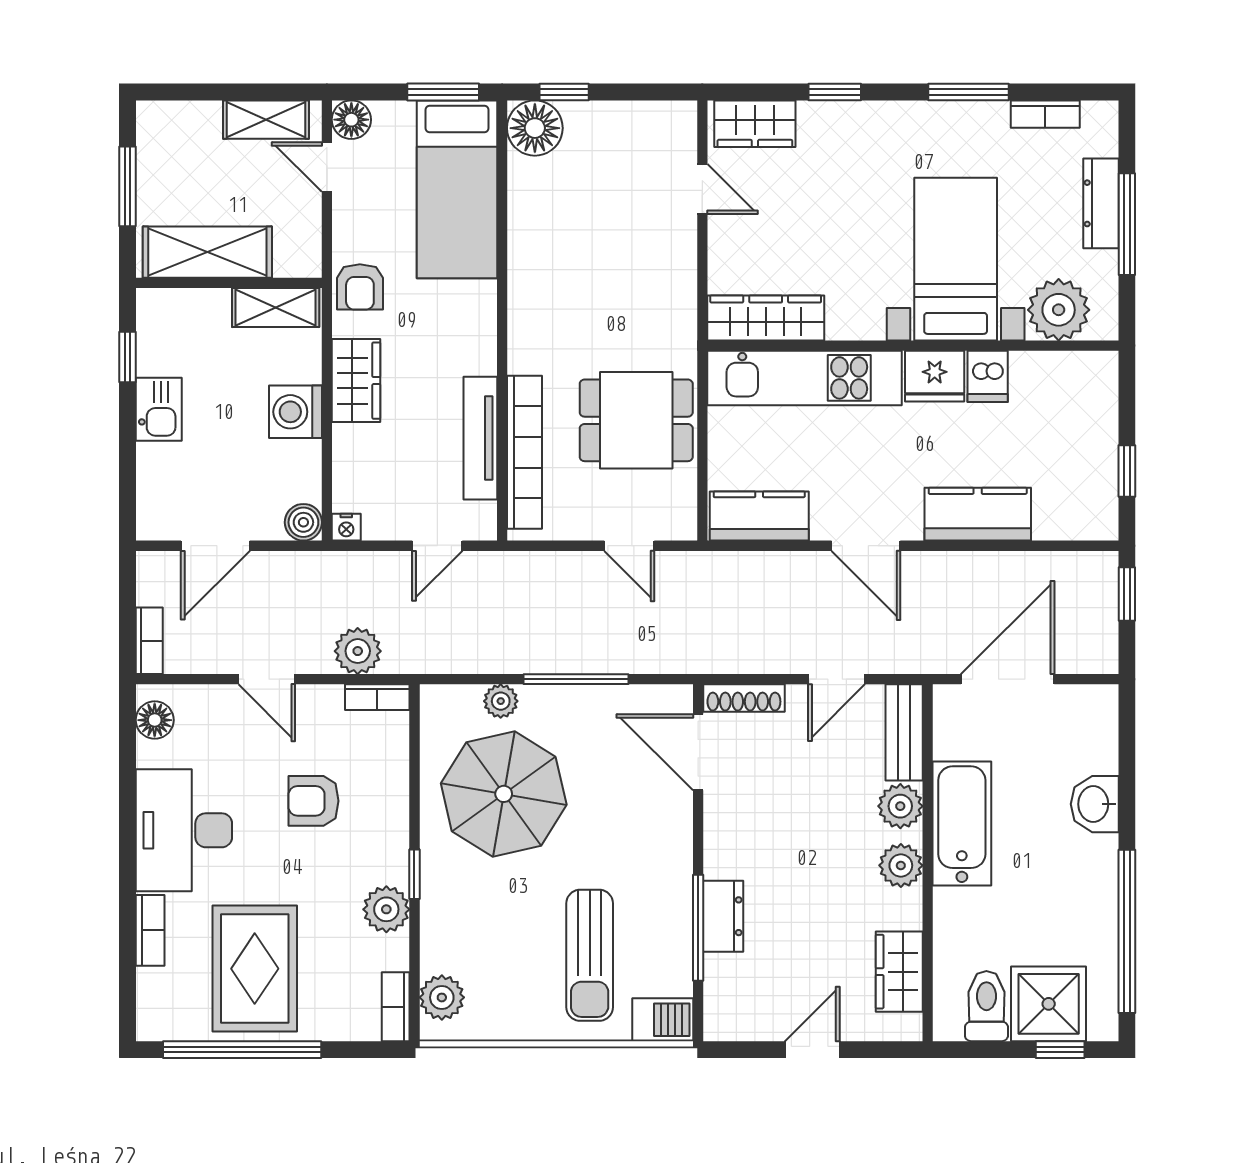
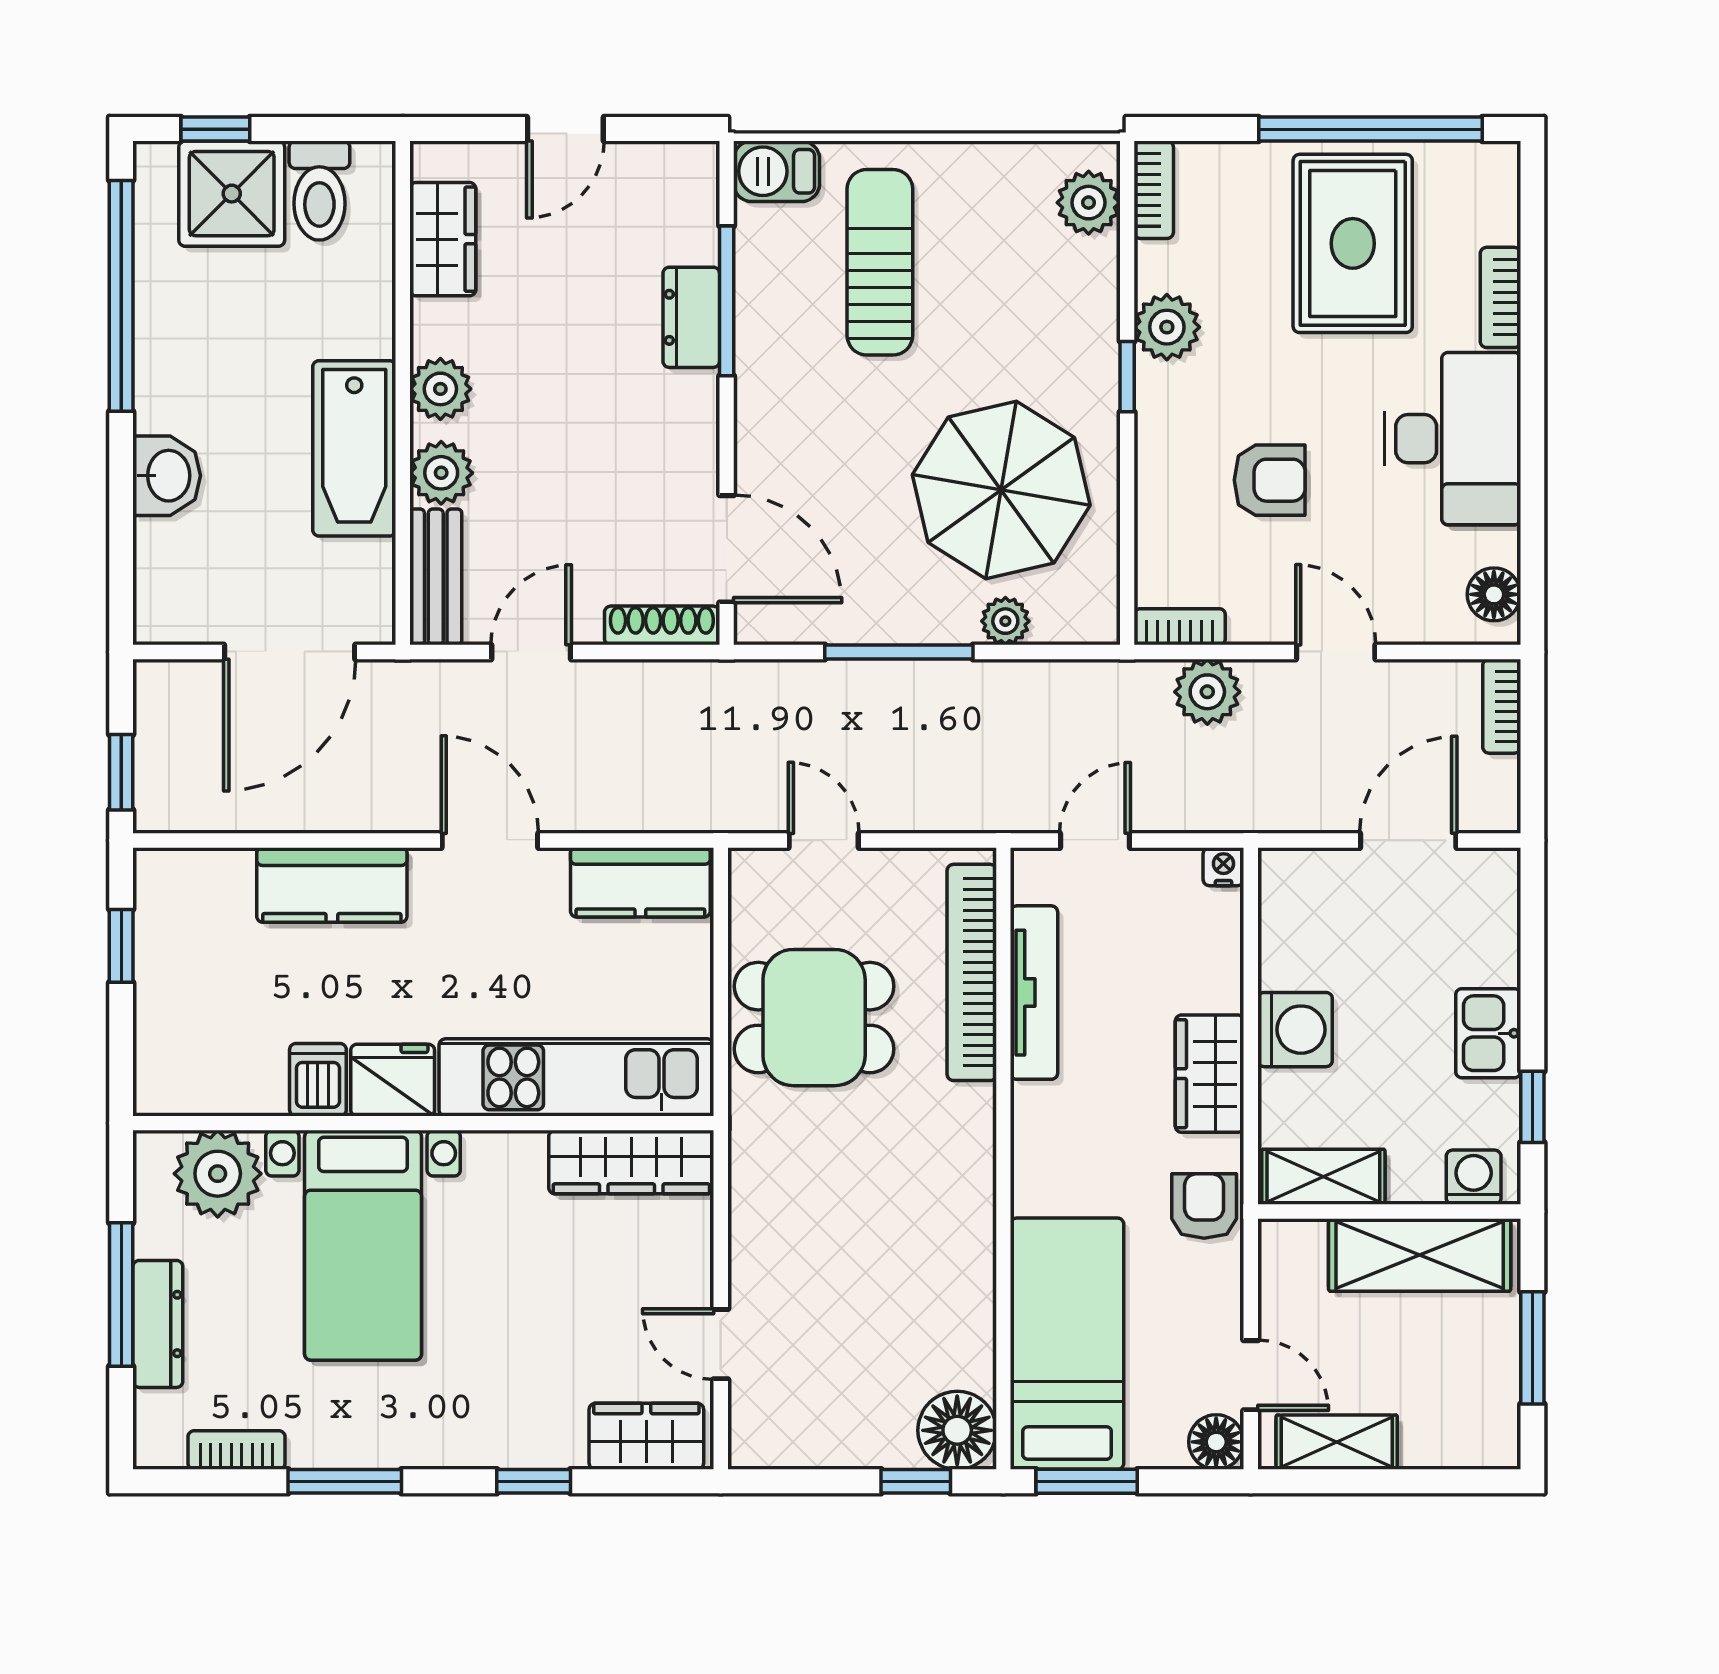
washing machine: (169, 307) -> (1474, 1177), added
boiler: (303, 522) -> (1284, 874), removed

